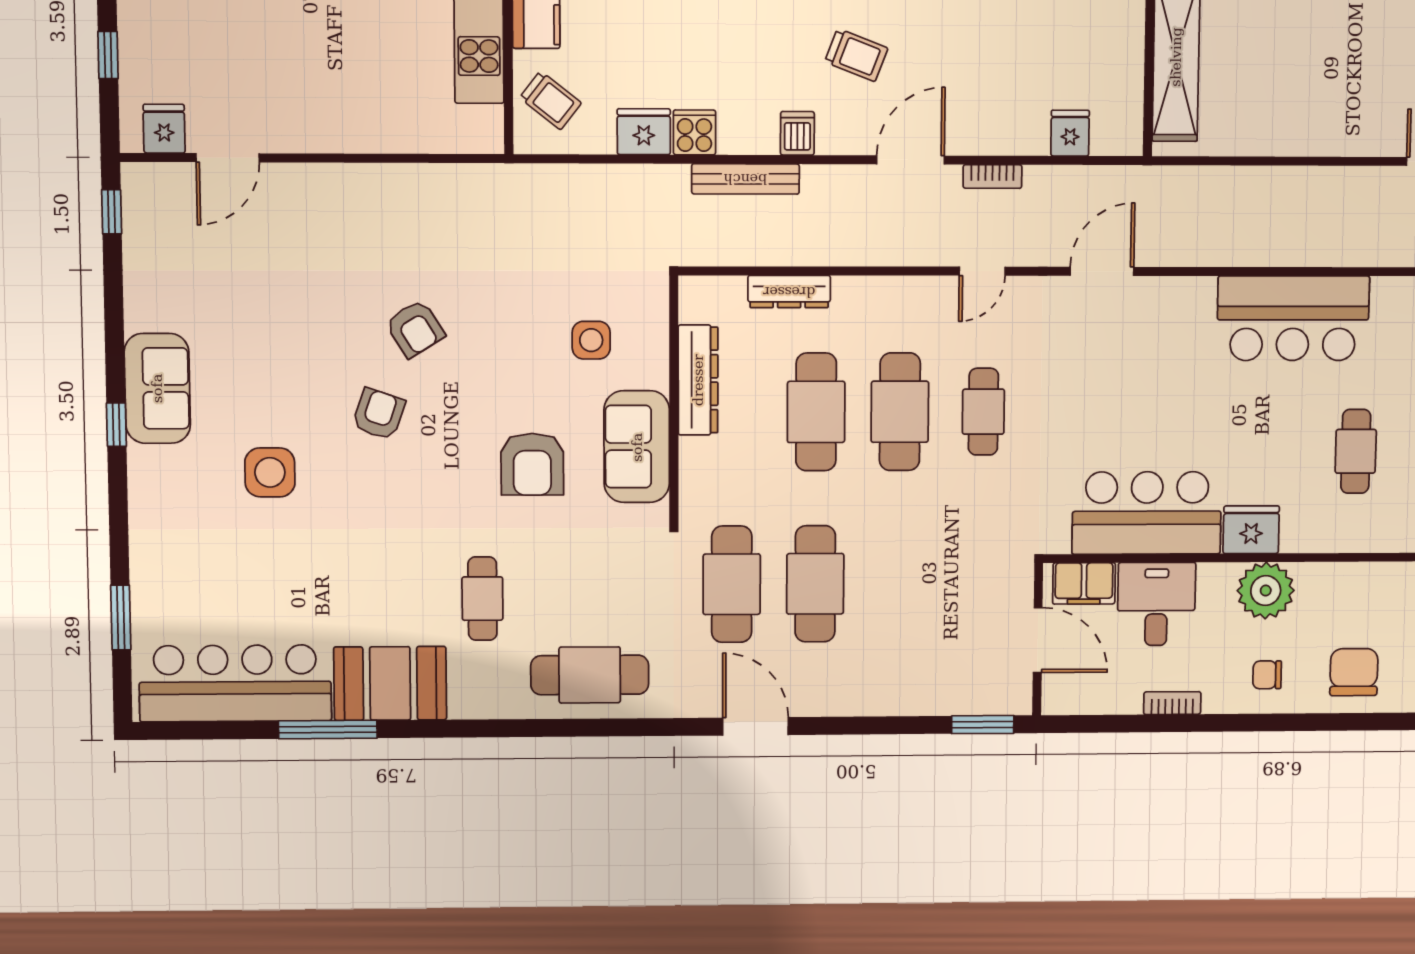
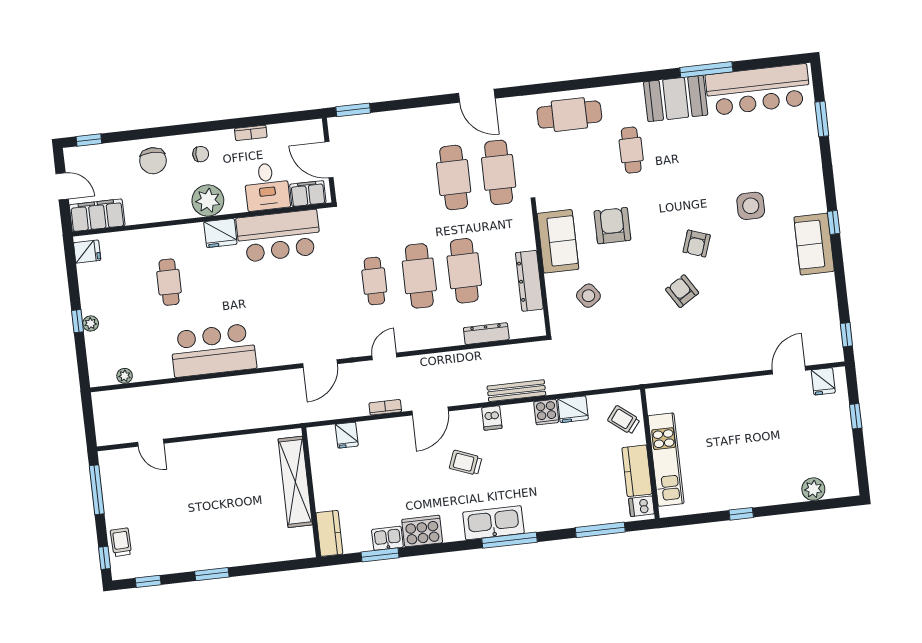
side table: (591, 340) -> (588, 296), turned -36

